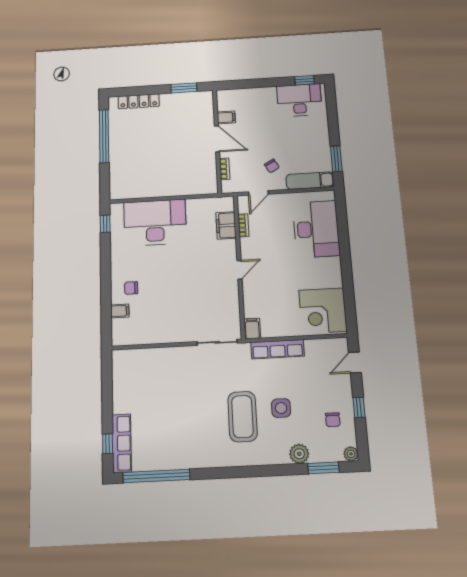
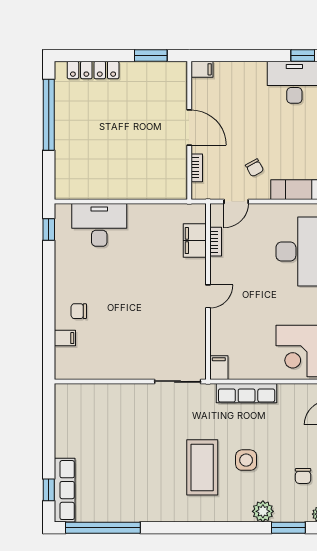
filing cabinet: (226, 117) -> (202, 69), moved
desk: (155, 222) -> (99, 225), width x0.73, depth x0.77

